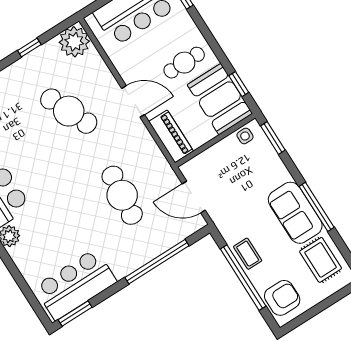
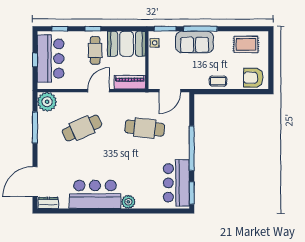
window: (29, 48) -> (35, 128), width x2.17
window: (239, 84) -> (93, 29), moved
window: (317, 207) -> (200, 29), moved
sofa: (295, 213) -> (195, 42), moved
window: (157, 262) -> (192, 148), moved
window: (243, 278) -> (229, 92), removed
armchair: (282, 298) -> (253, 78), turned -90

